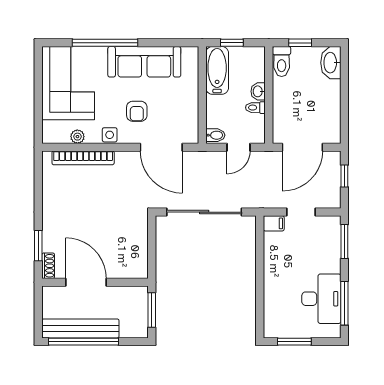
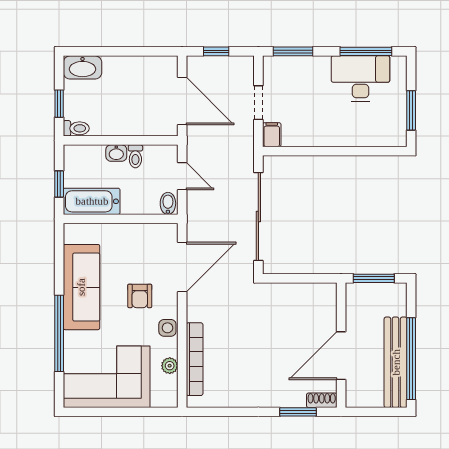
toilet: (282, 61) -> (76, 128), width x0.73, depth x0.72
armchair: (137, 111) -> (140, 296), turned 90

